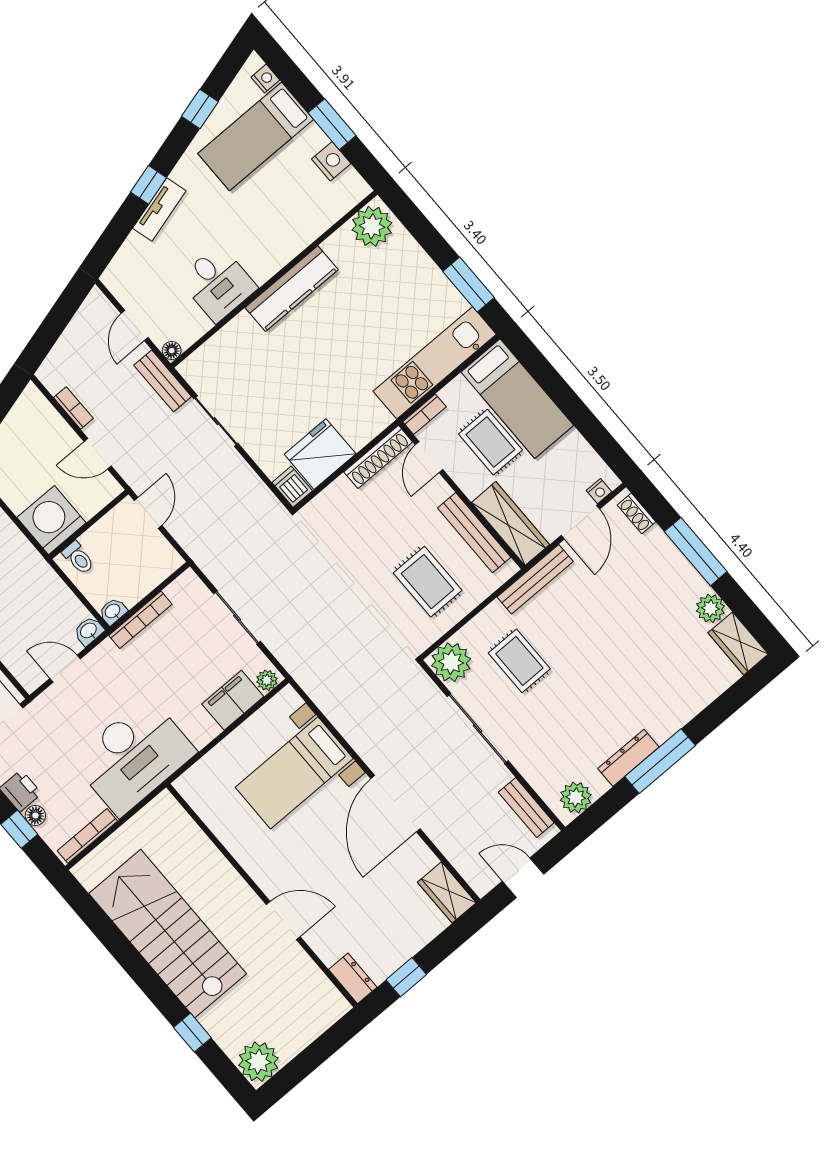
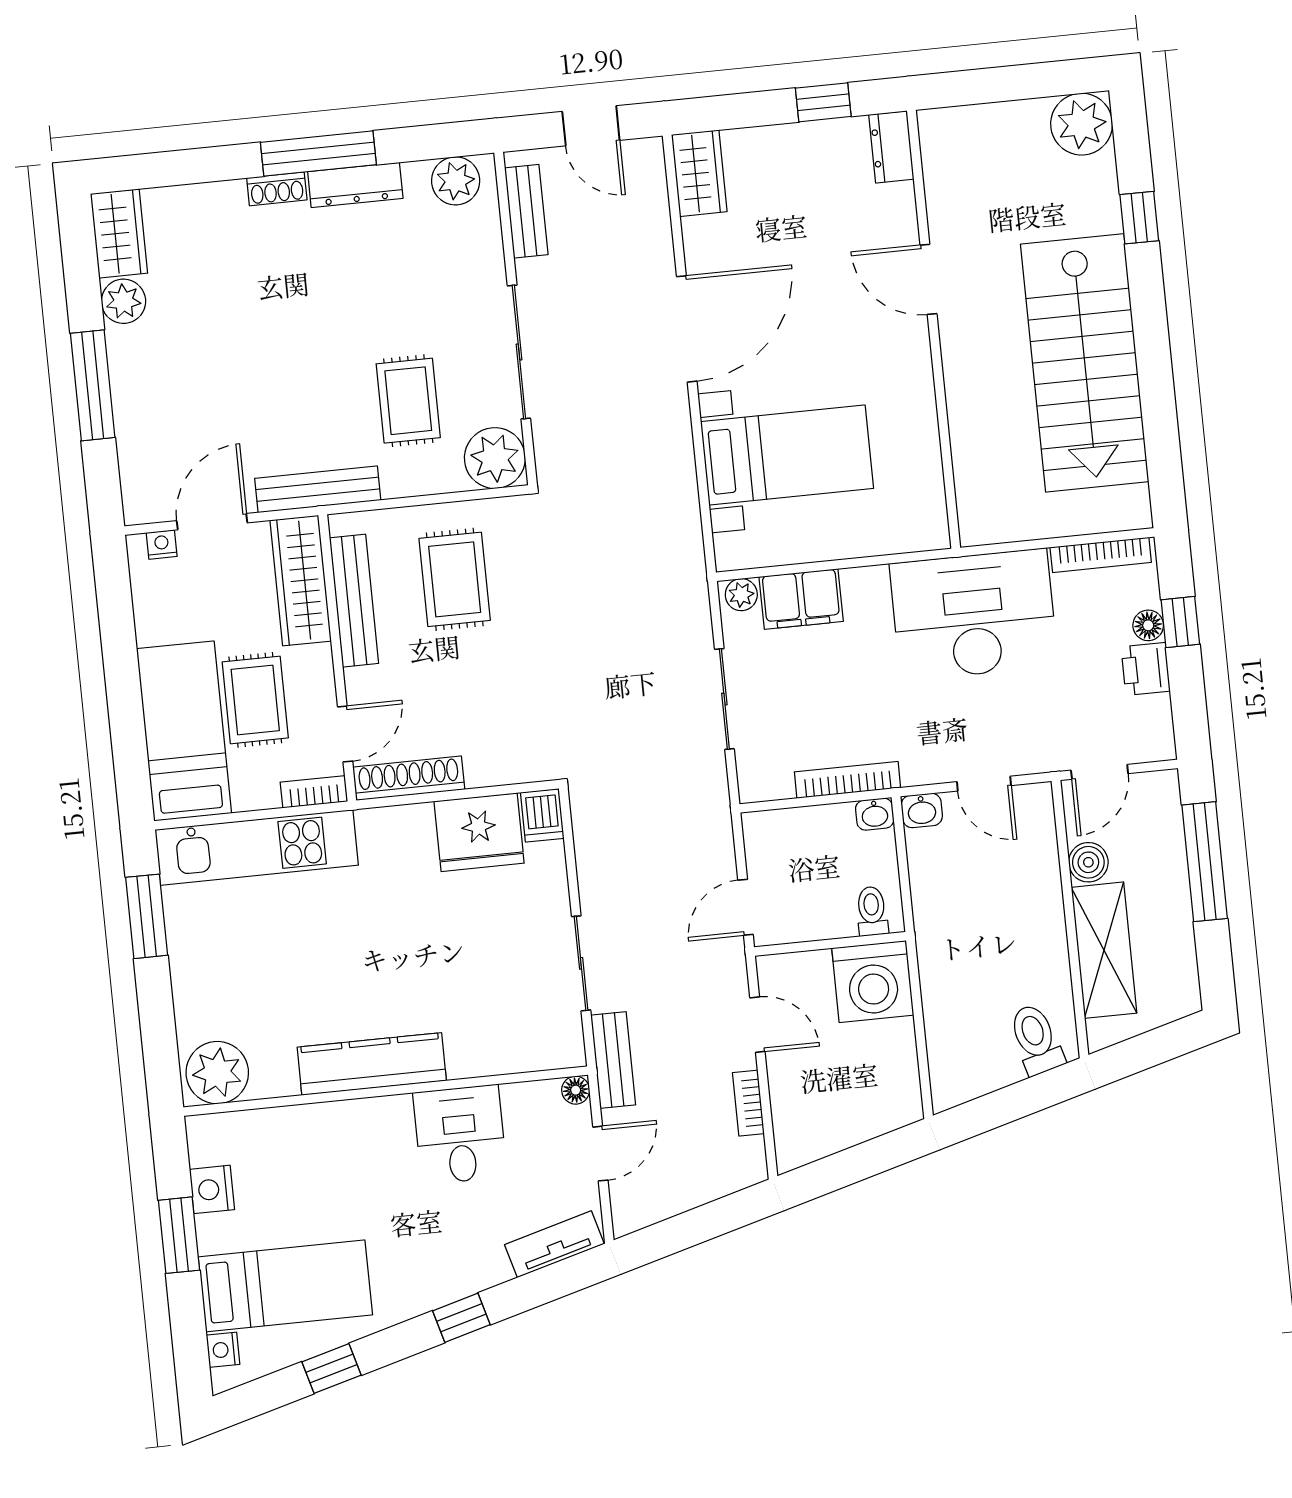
tv unit: (159, 210) -> (554, 1244), moved
shoe rack: (637, 513) -> (277, 189), moved, turned 90

